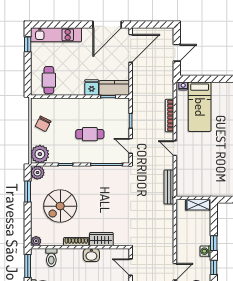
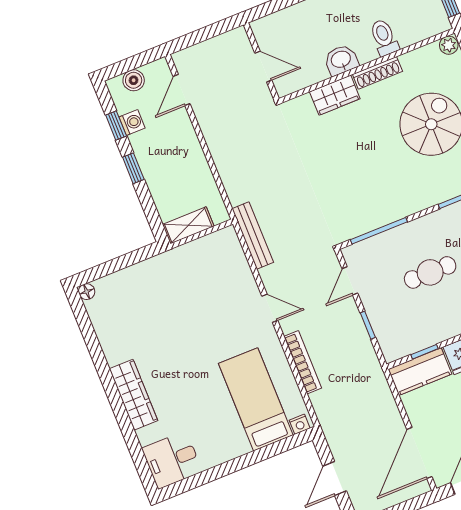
door: (131, 146) -> (350, 281), swing flipped
washing machine: (205, 251) -> (132, 122), moved
toilet: (51, 257) -> (384, 38), moved

